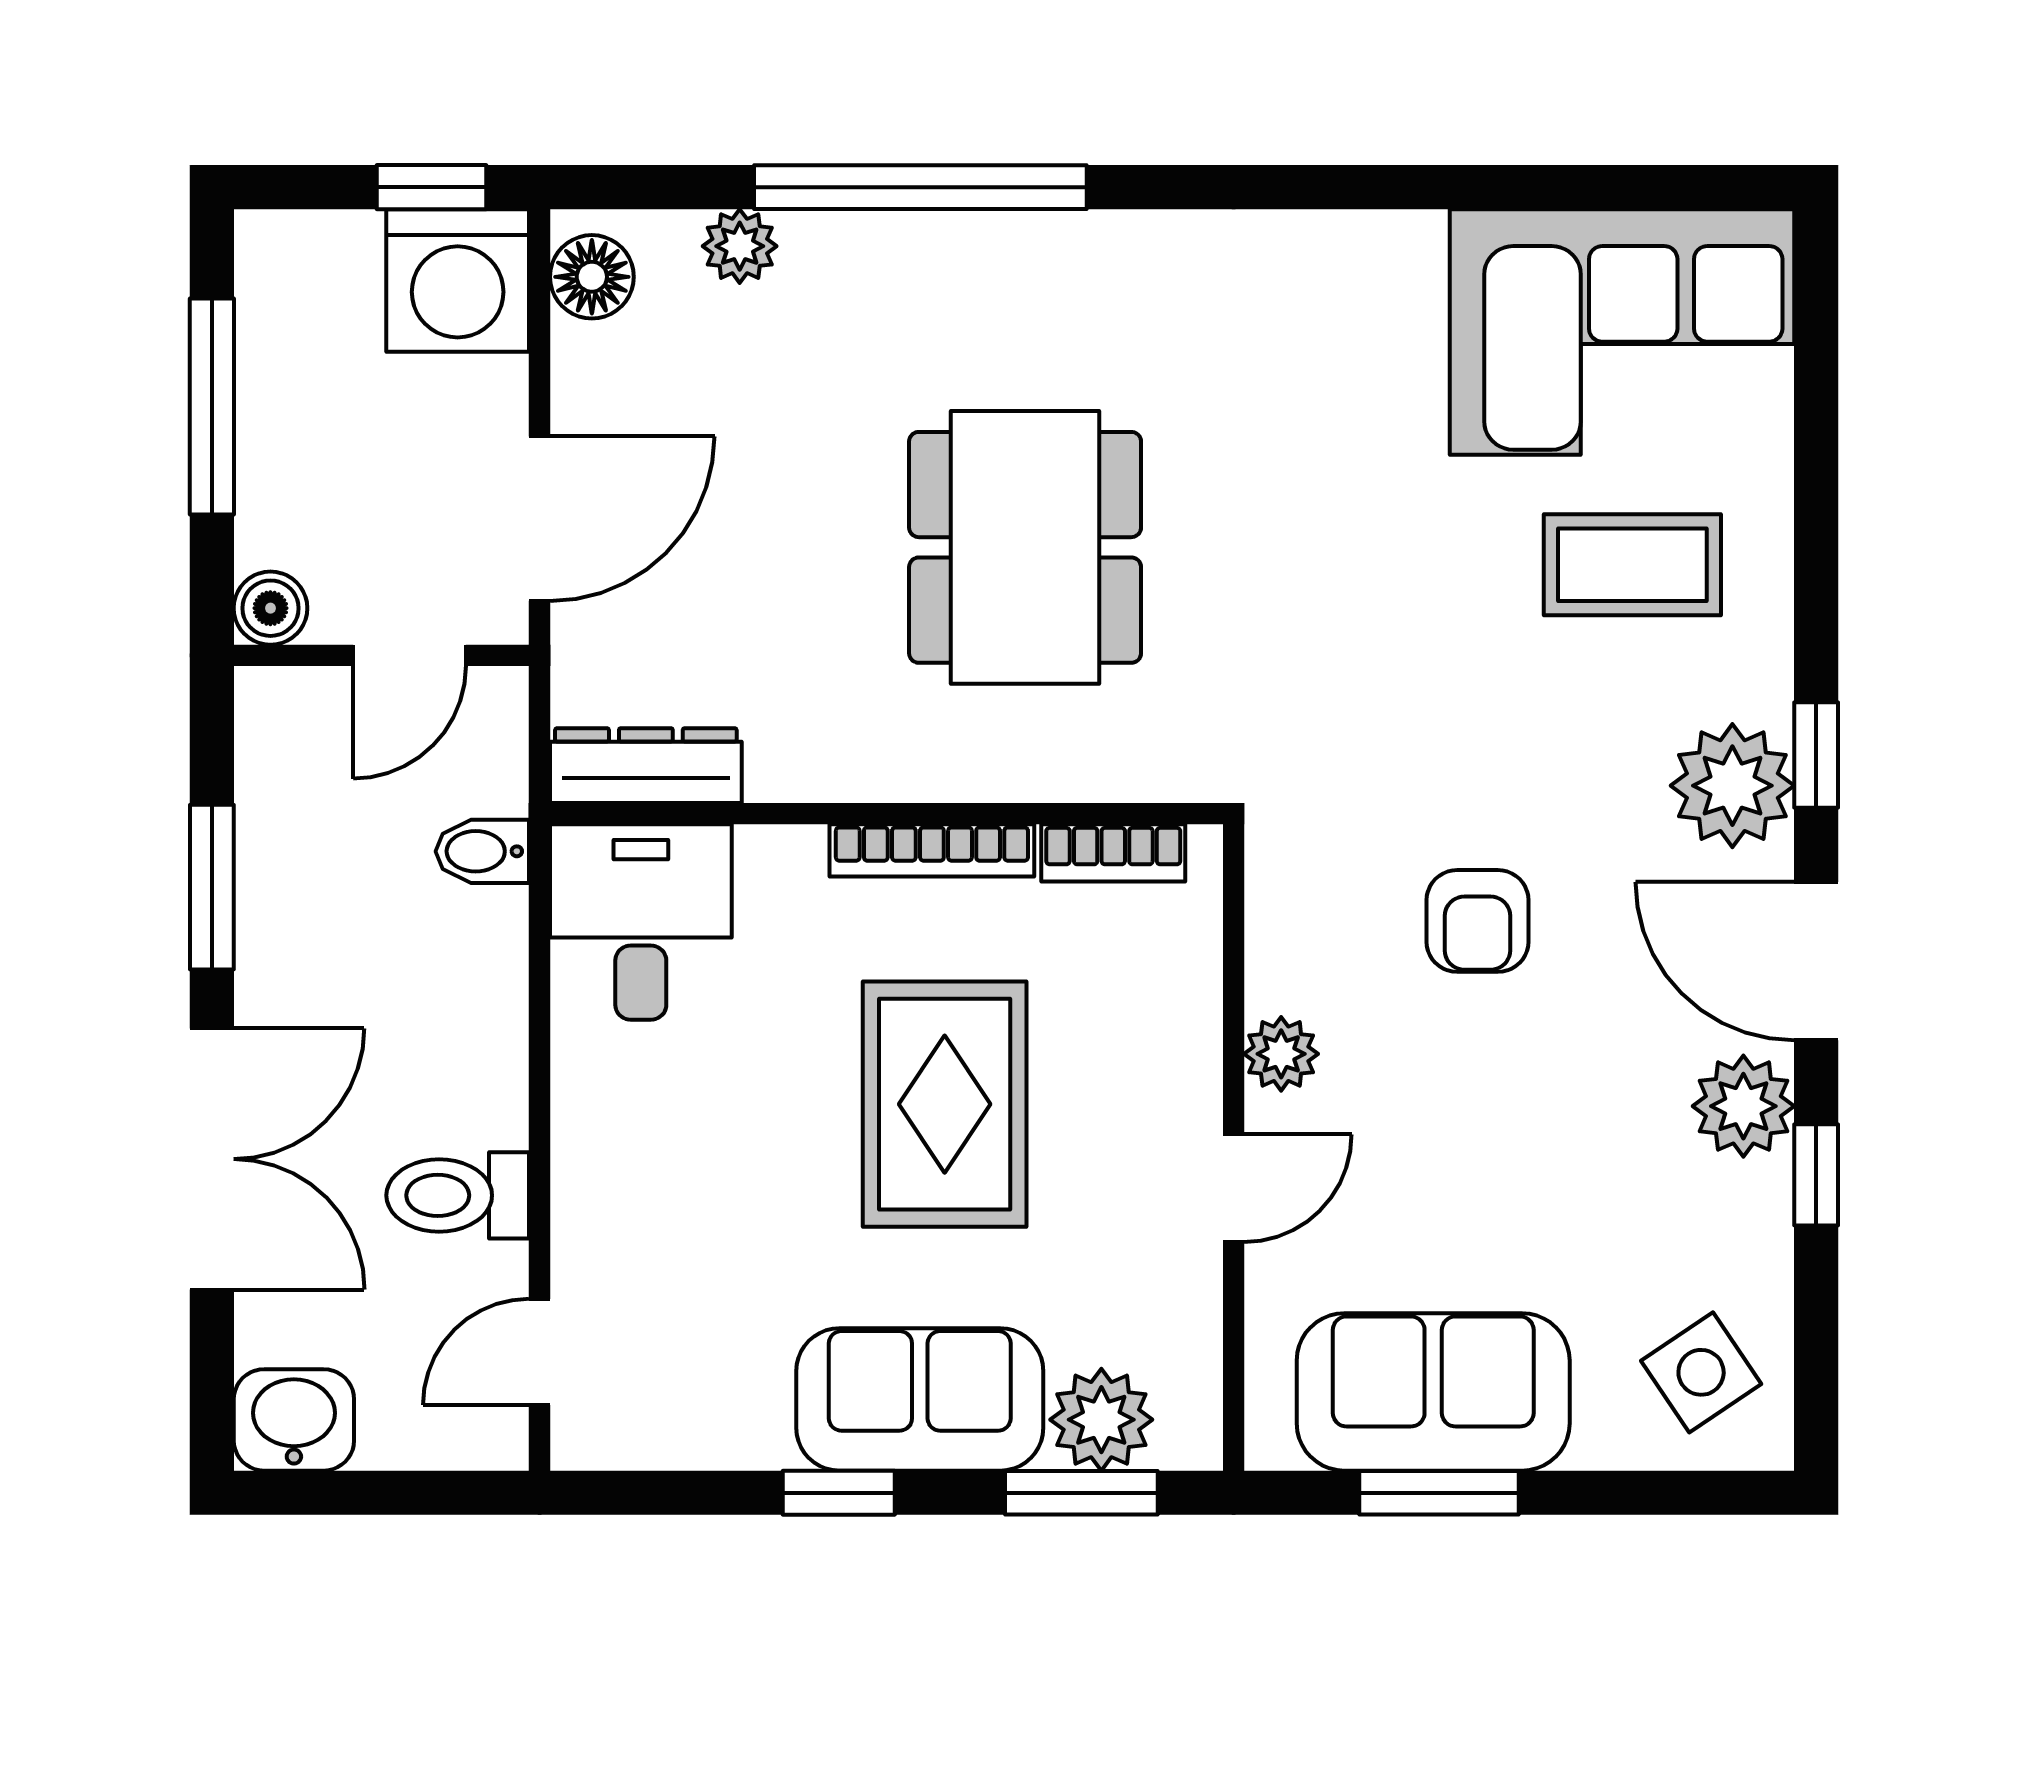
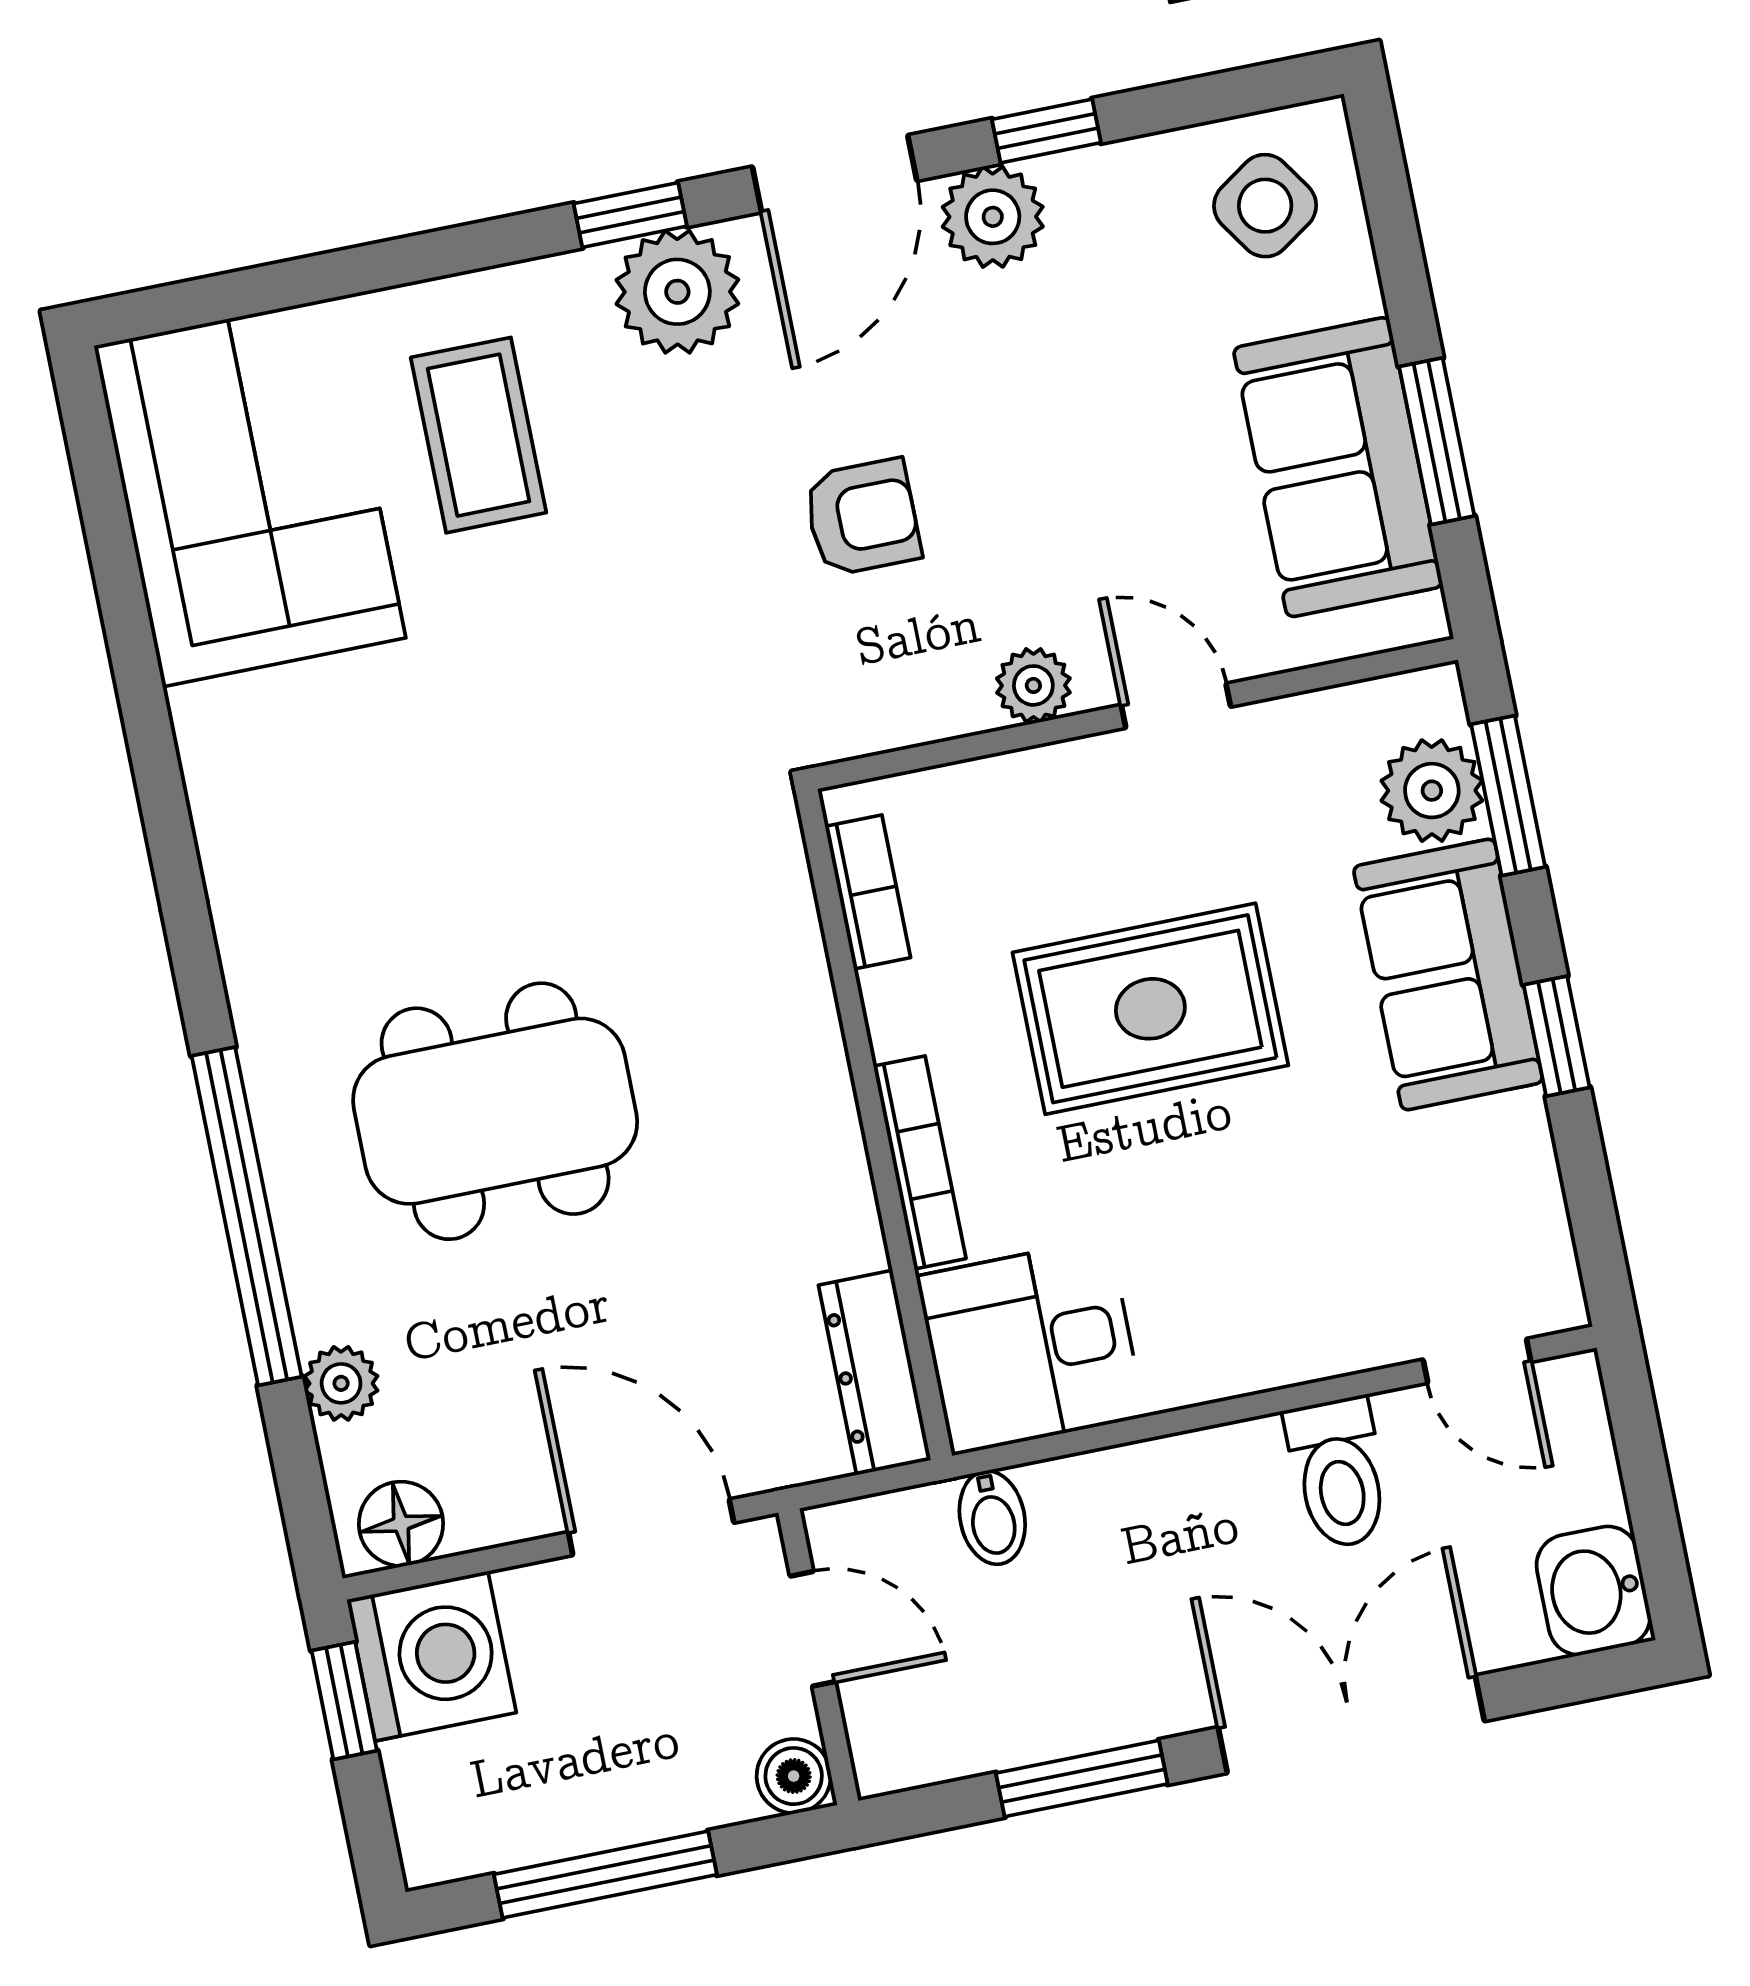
dining table: (1025, 547) -> (495, 1111), moved
bookcase: (932, 850) -> (920, 1162), moved

